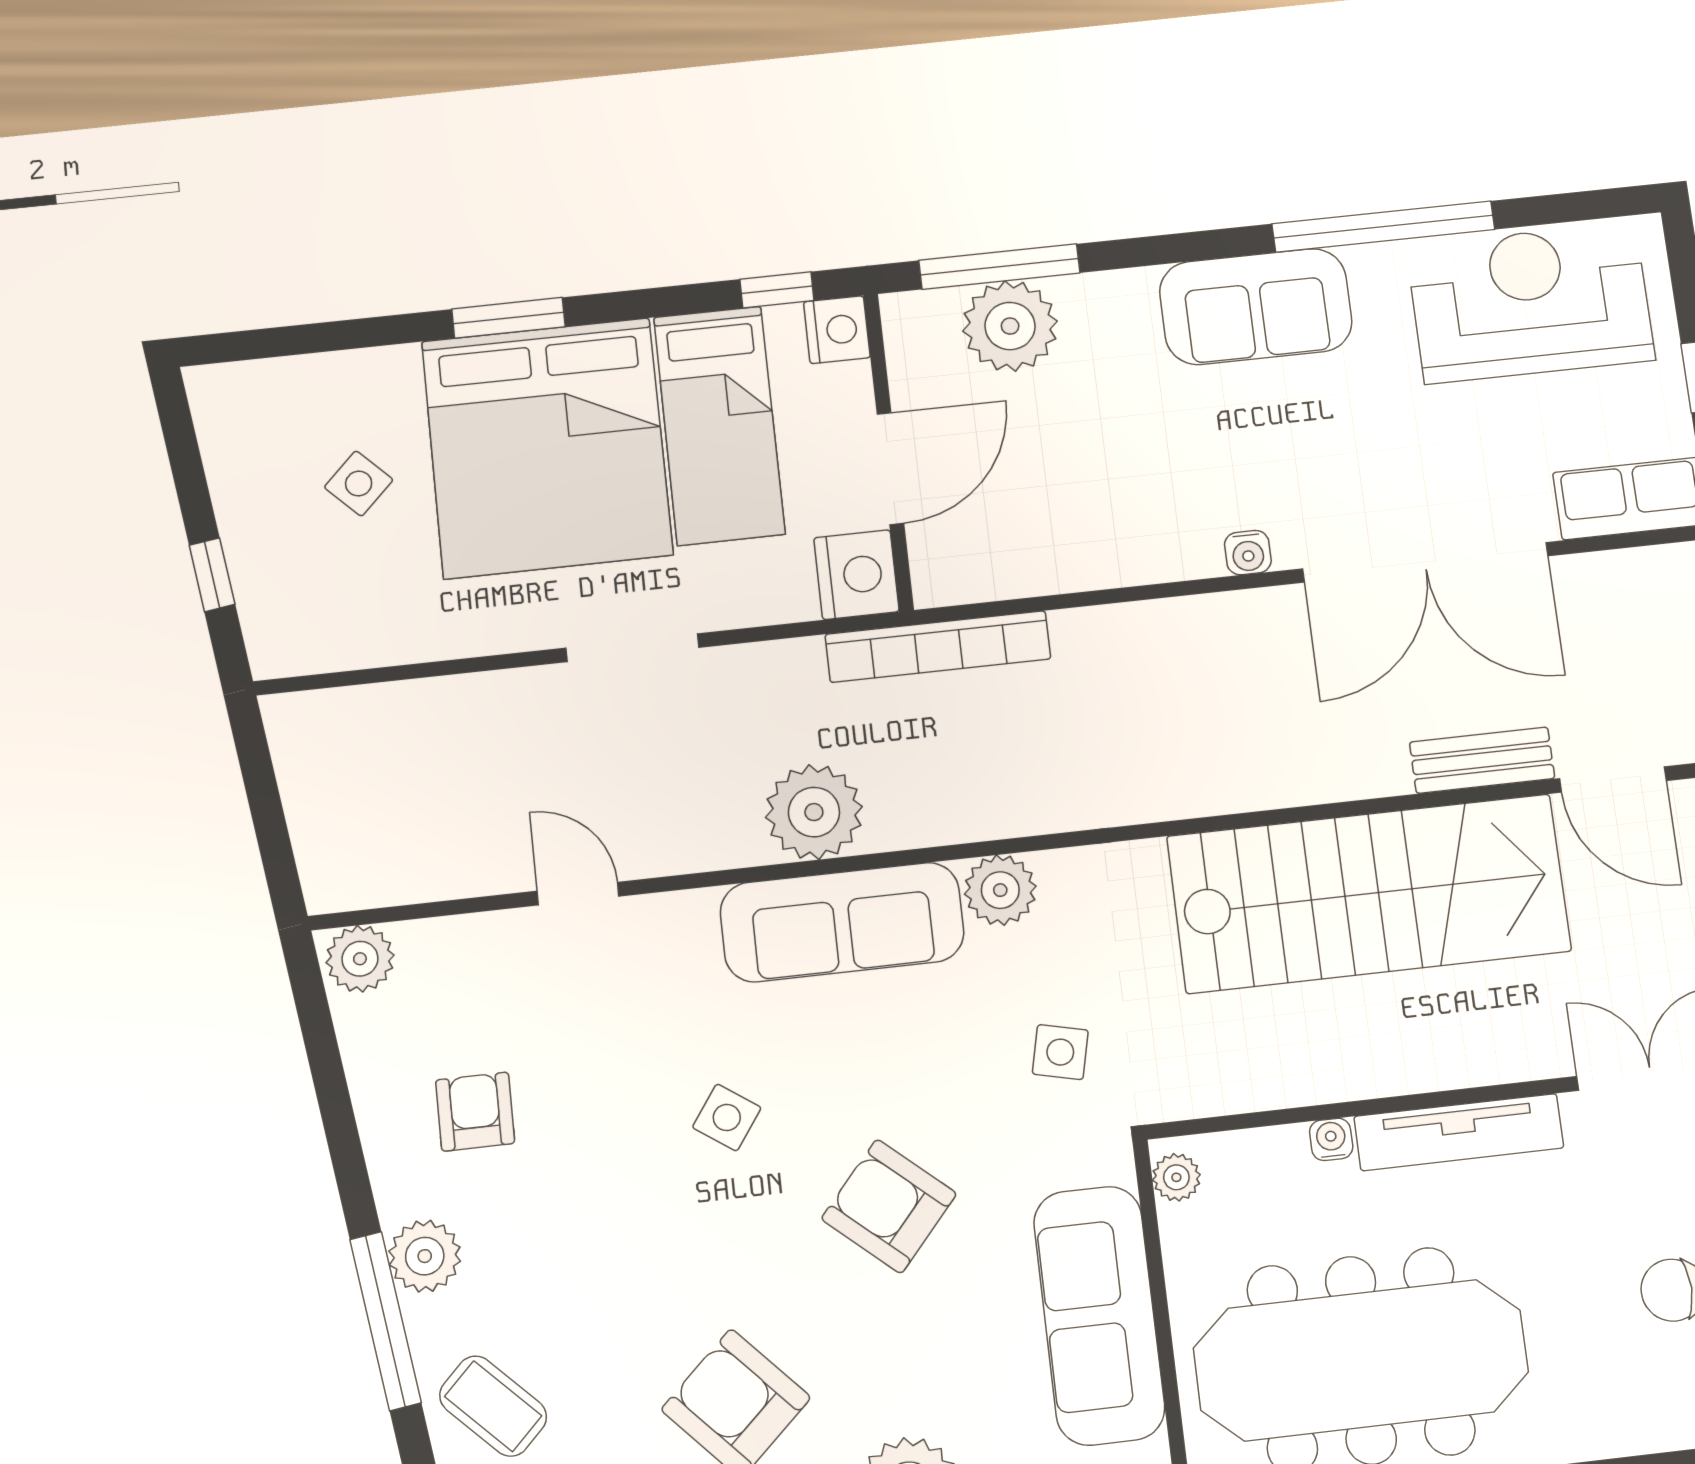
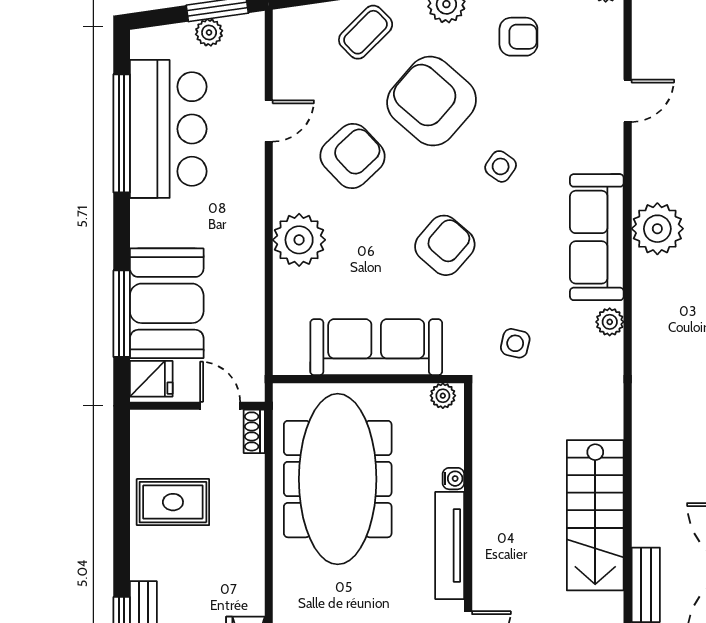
plant: (1000, 890) -> (610, 322), width x0.73, depth x0.73
stairs: (1369, 894) -> (595, 515), width x0.73, depth x0.66
armchair: (614, 1263) -> (432, 101), added

